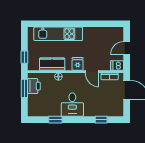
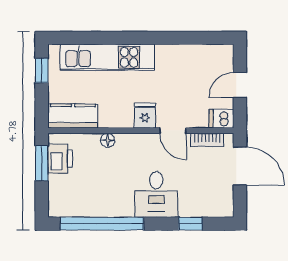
window: (24, 57) -> (42, 71), moved
kitchen counter: (52, 64) -> (73, 116), moved
desk: (72, 105) -> (156, 194), moved
window: (55, 120) -> (102, 224), width x3.17

